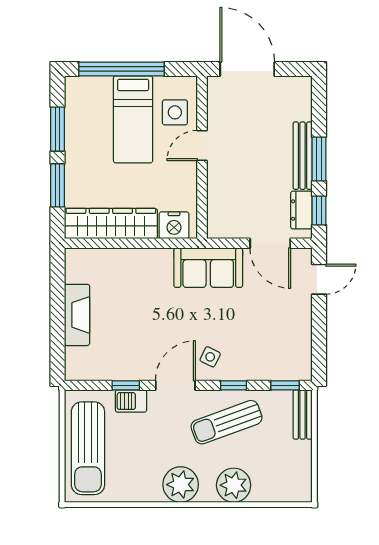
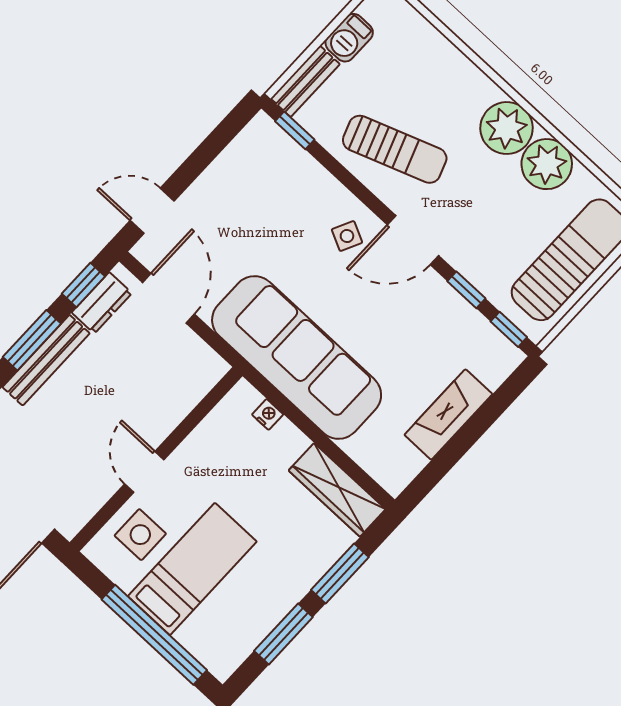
door: (202, 145) -> (144, 472), swing flipped
wardrobe: (111, 224) -> (337, 490), width x0.71, depth x0.85
nightstand: (174, 225) -> (268, 414), width x0.53, depth x0.56
sofa: (208, 268) -> (297, 357), width x1.85, depth x1.27
window: (234, 385) -> (509, 329), moved
barbecue: (131, 401) -> (349, 38), moved, turned 90
plant: (234, 485) -> (547, 164), moved

